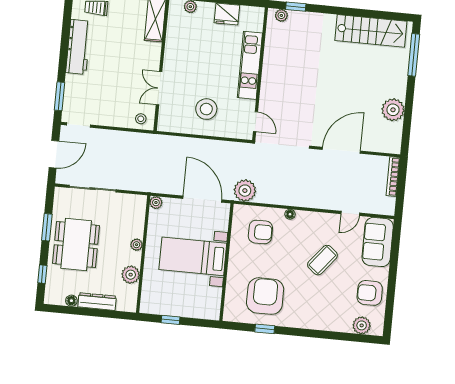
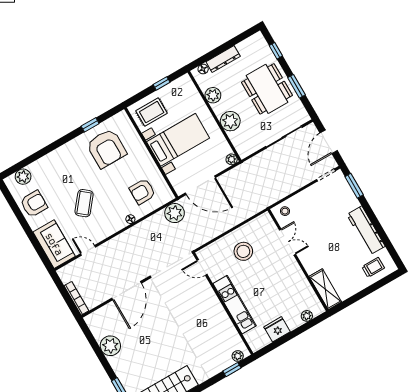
door: (350, 213) -> (88, 250), hinge flipped
plant: (136, 245) -> (230, 121), width x1.87, depth x1.87
rug: (199, 300) -> (152, 112), added
floor lamp: (71, 301) -> (203, 69), moved

